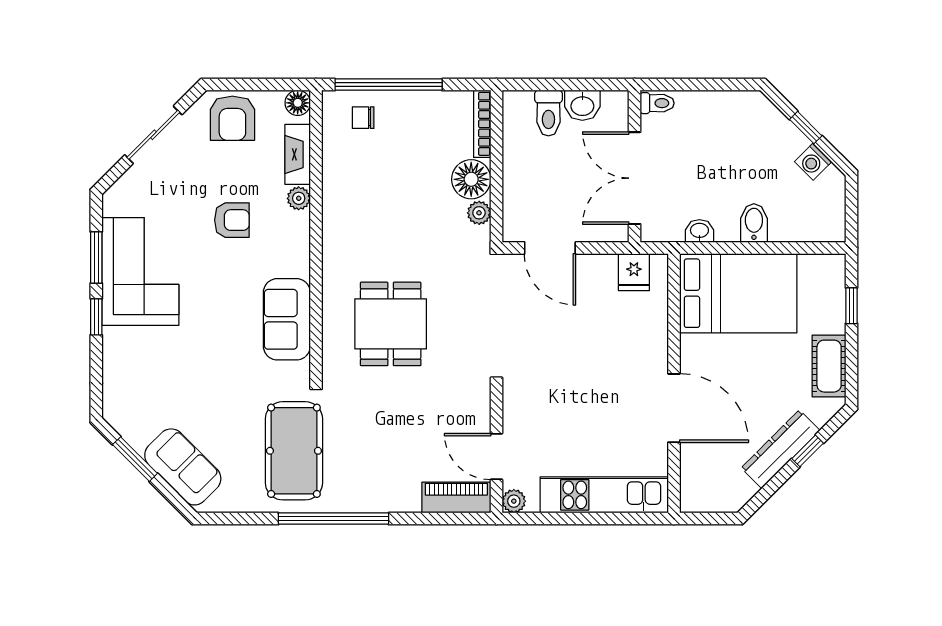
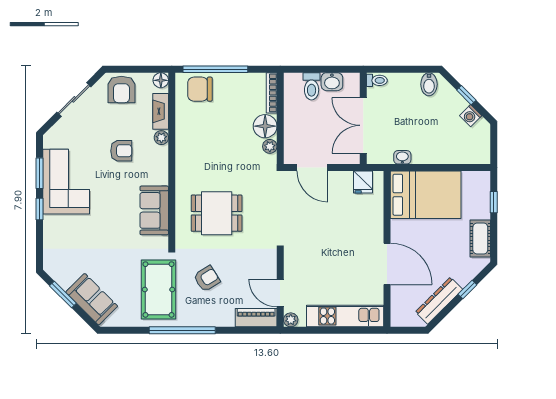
chair: (363, 118) -> (200, 89), width x1.87, depth x1.87
bidet: (754, 223) -> (429, 84), moved, turned 180
dining table: (391, 324) -> (217, 213), turned 90
armchair: (374, 433) -> (207, 279), added
dresser: (781, 449) -> (439, 301), moved

